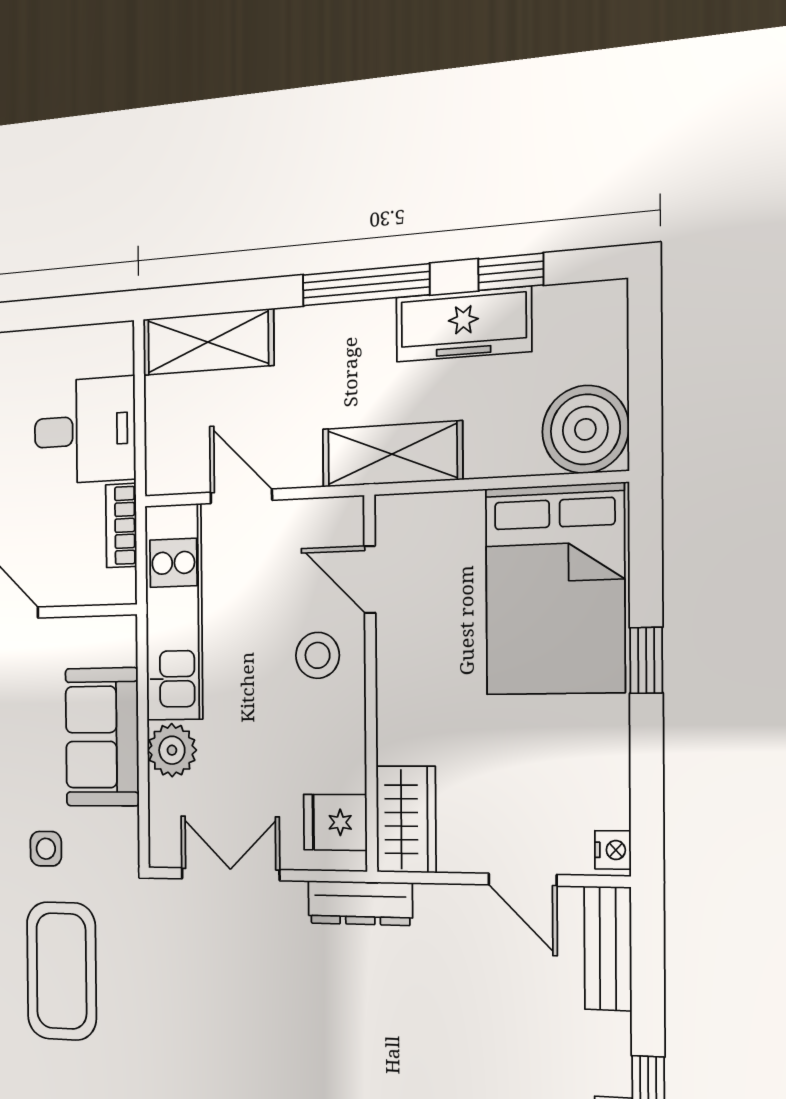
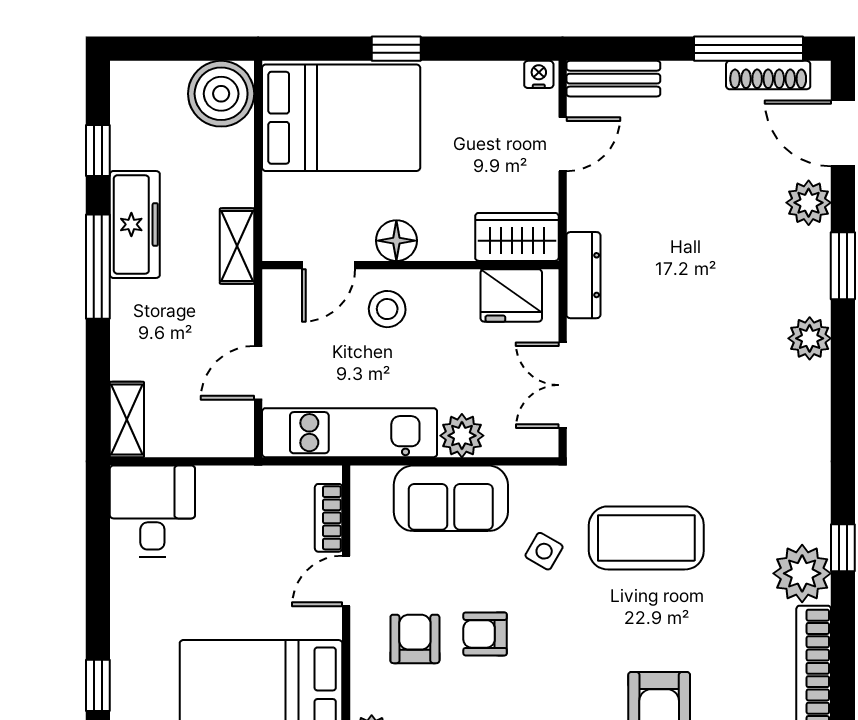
freezer: (463, 324) -> (135, 224), moved
shelving: (208, 342) -> (127, 419), width x0.67, depth x0.75
desk: (85, 431) -> (152, 511), moved
shelving: (392, 454) -> (237, 246), width x0.67, depth x0.75
bookcase: (121, 525) -> (329, 518), moved, turned 90
floor lamp: (400, 665) -> (396, 241), added
fridge: (335, 822) -> (511, 295), width x1.38
side table: (46, 849) -> (544, 551), turned 30

